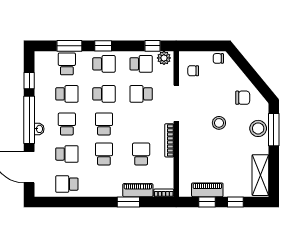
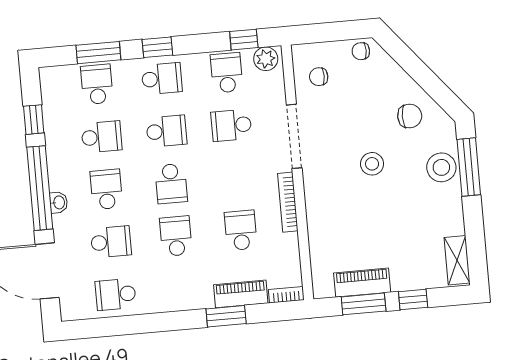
school desk: (141, 64) -> (227, 73), turned -90
school desk: (104, 124) -> (171, 184), turned 180
shelving: (260, 175) -> (457, 260), width x0.67, depth x0.75
window: (207, 202) -> (364, 304), width x1.50

